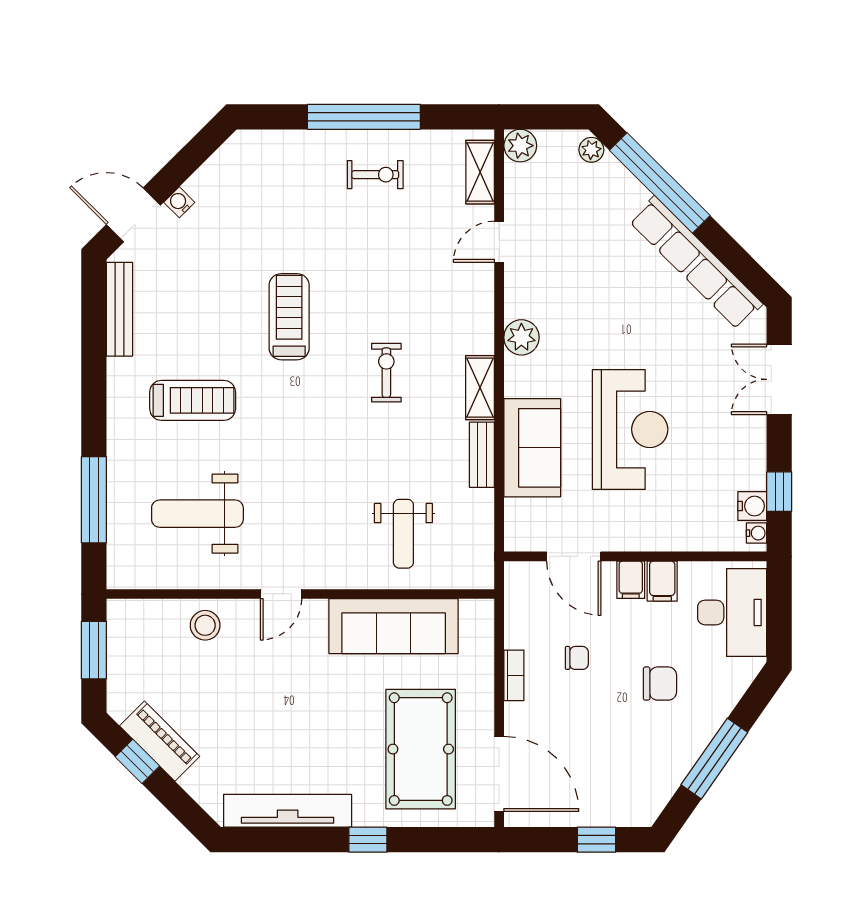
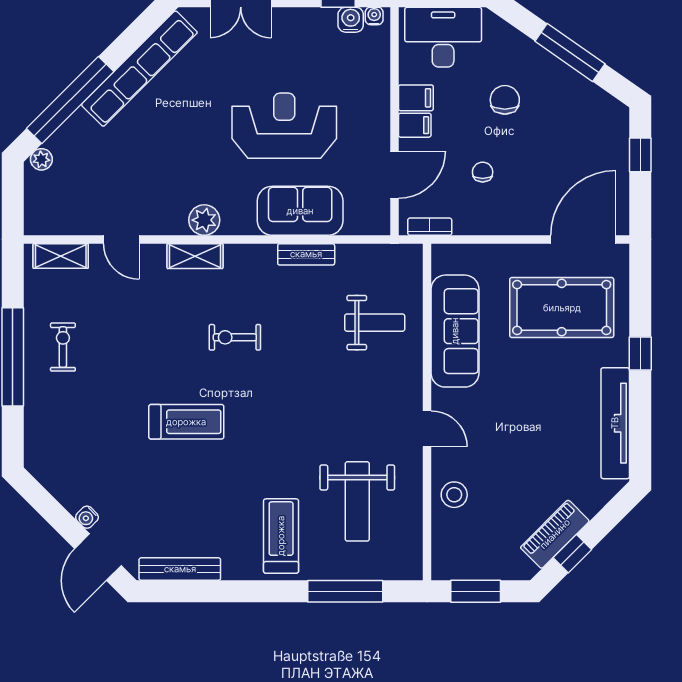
plant: (520, 146) -> (38, 221), removed
treadmill: (289, 317) -> (186, 422), turned 180
shelving: (480, 388) -> (195, 256), moved
treadmill: (193, 400) -> (281, 536), moved
bookcase: (514, 675) -> (430, 227), moved

